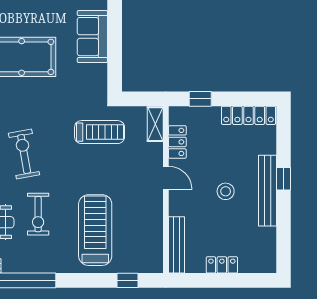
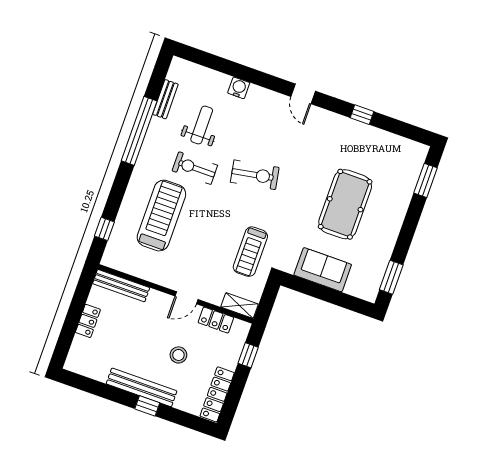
sofa: (92, 37) -> (323, 270), moved
stool: (226, 191) -> (178, 355), moved
treadmill: (95, 230) -> (161, 216), turned -90

